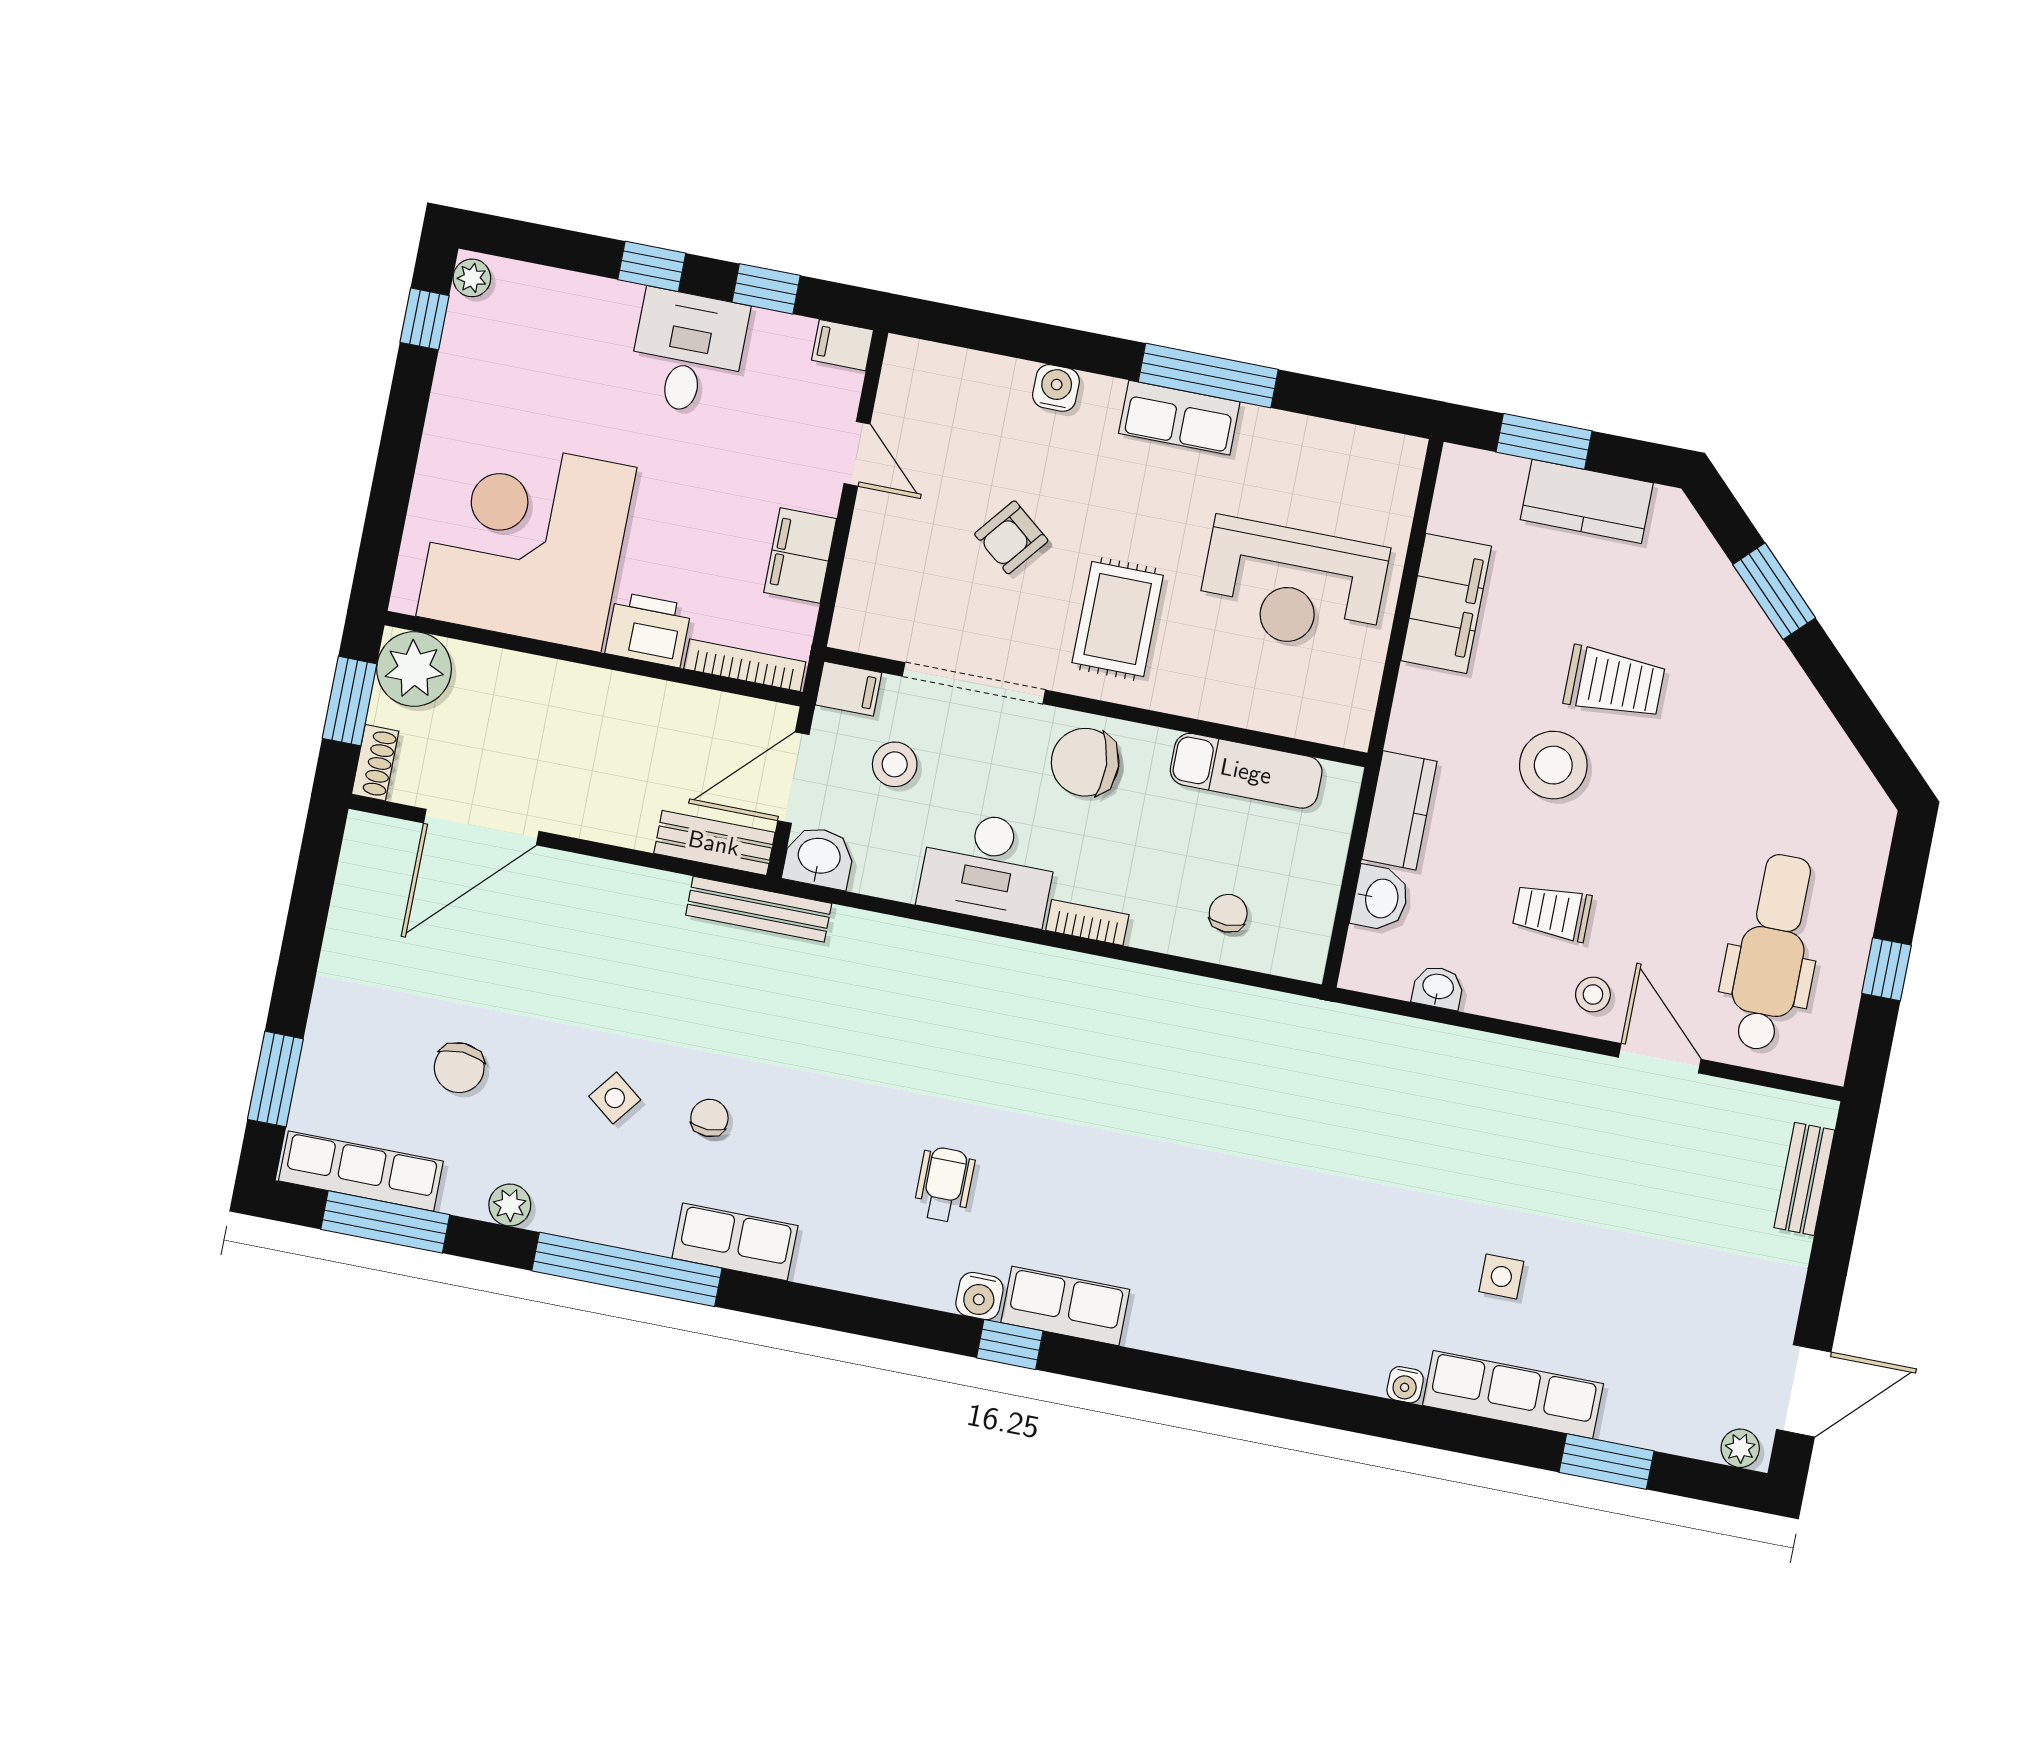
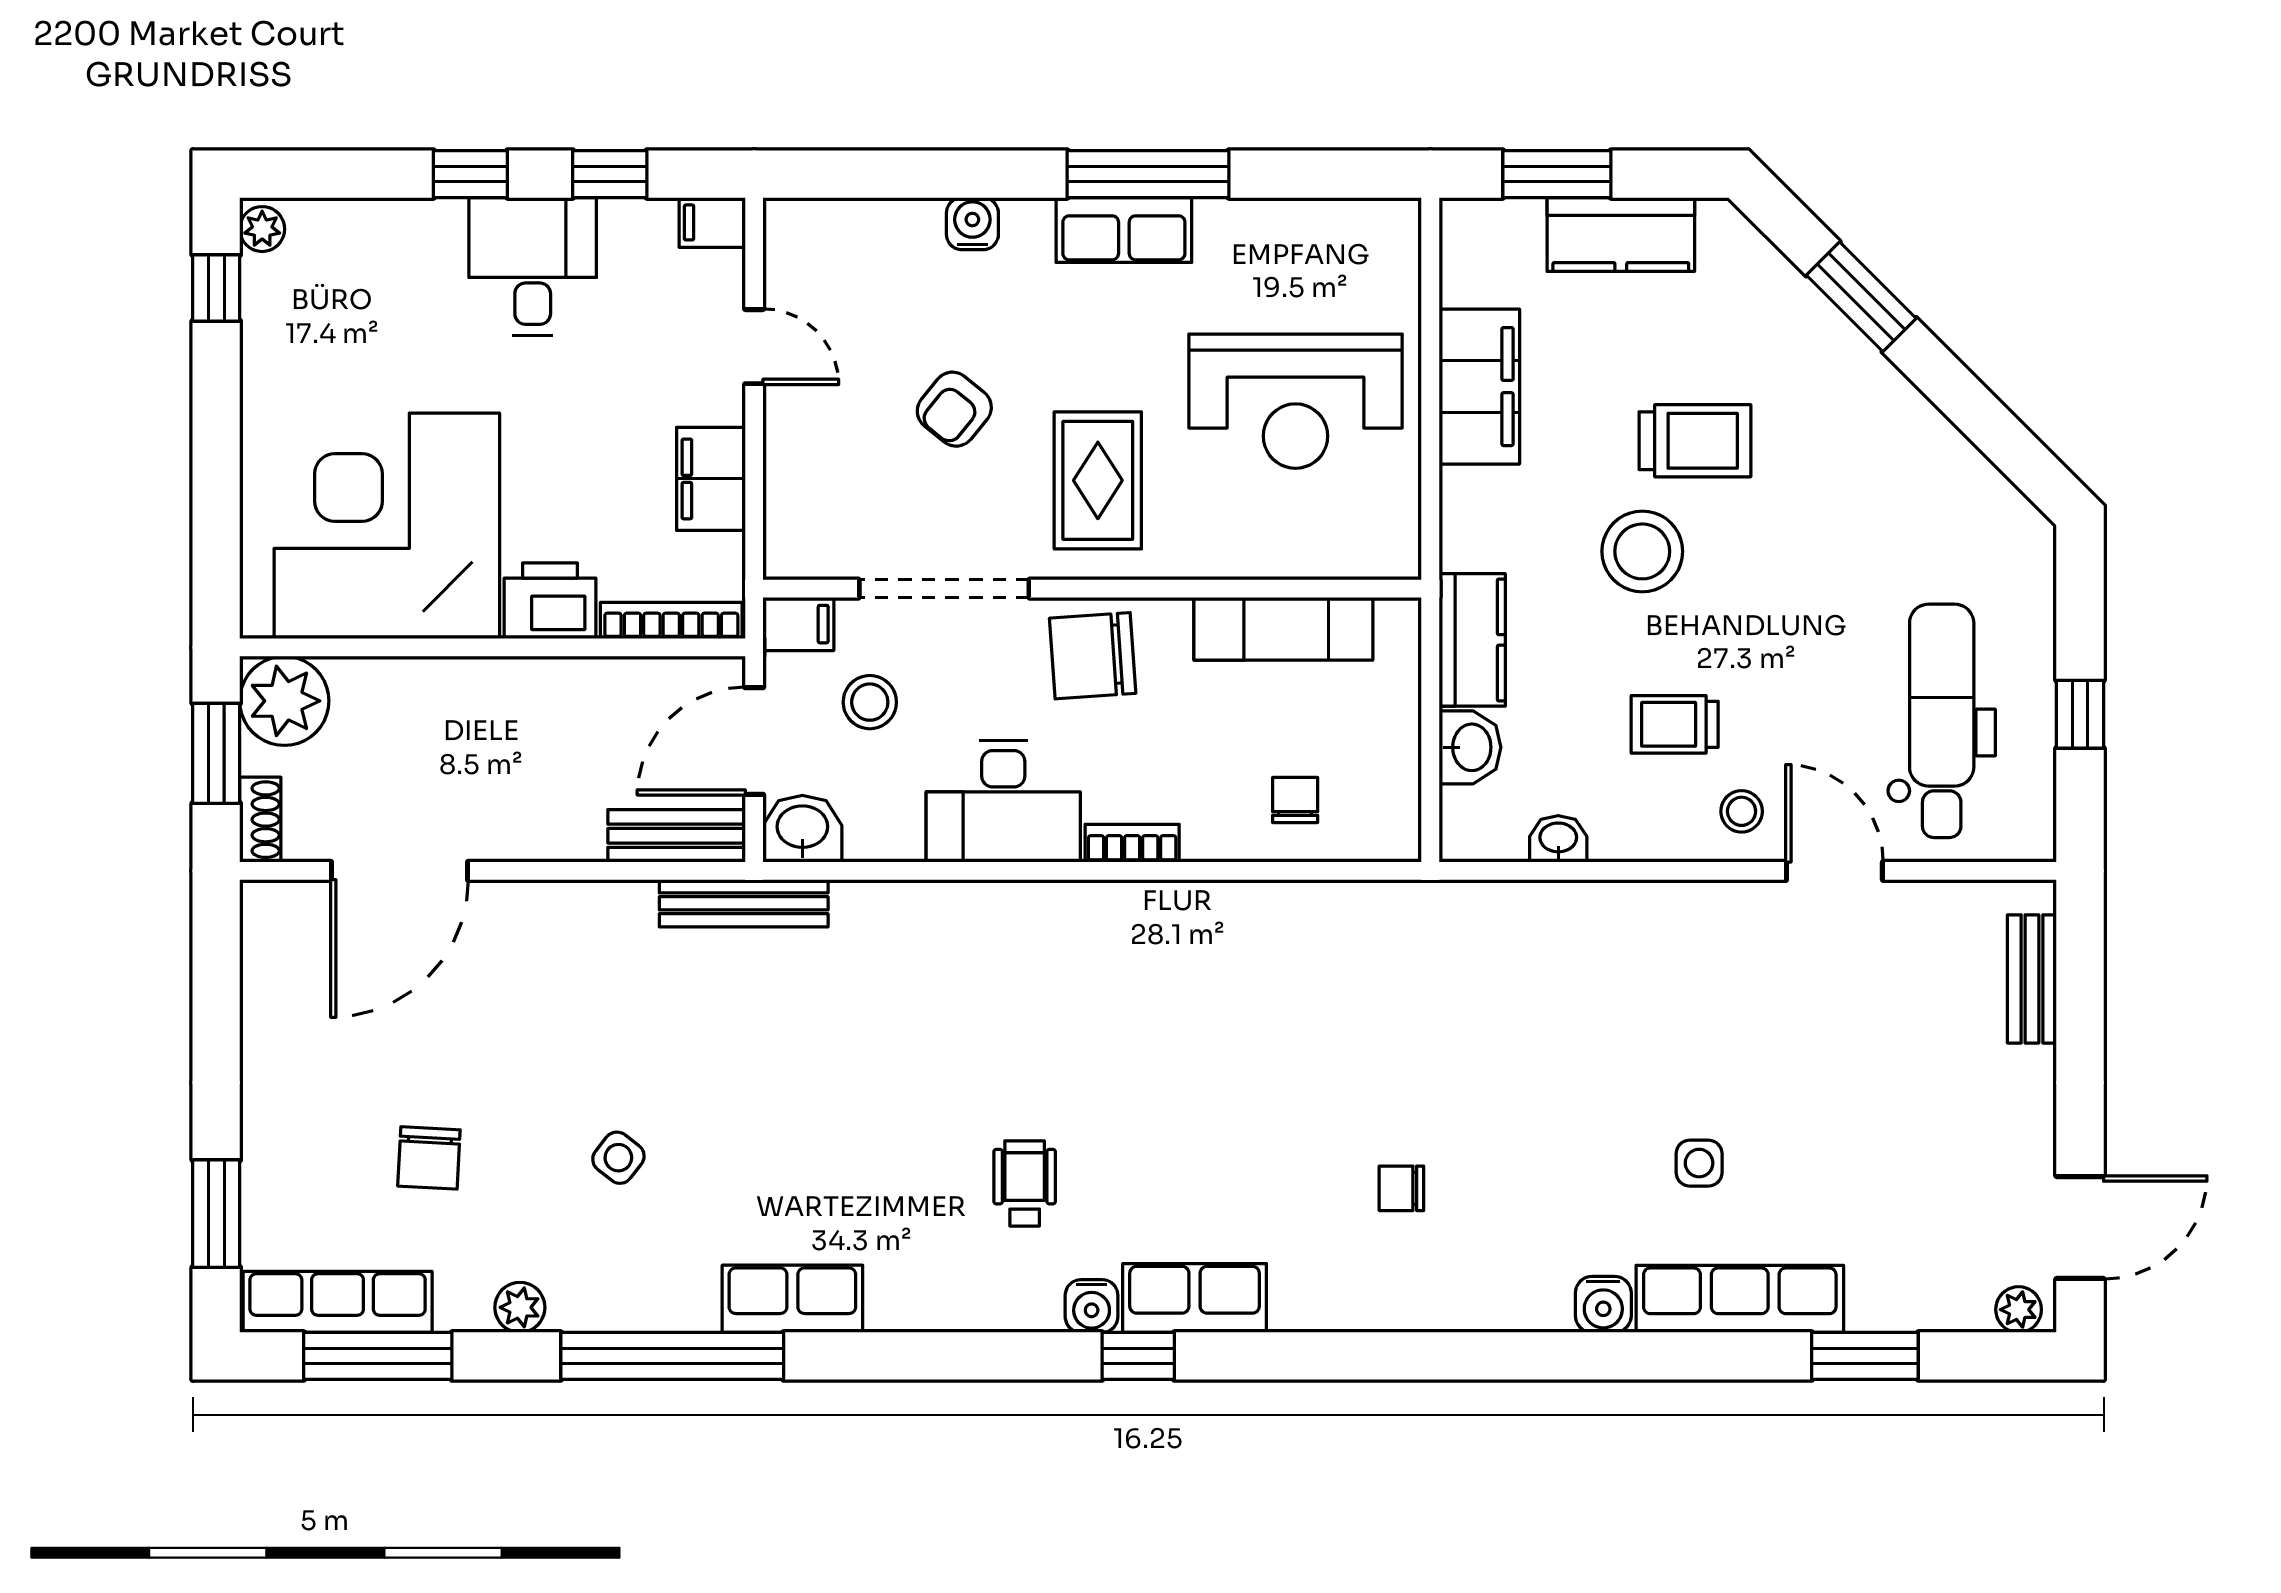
chair: (709, 1118) -> (1401, 1188), moved, turned -90
water cooler: (1405, 1385) -> (1603, 1304), width x1.38, depth x1.38

